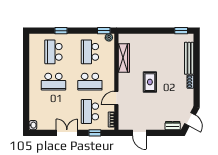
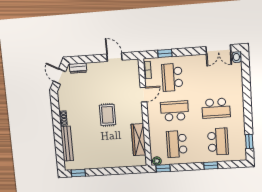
window: (26, 50) -> (249, 142), added
school desk: (90, 52) -> (177, 144), turned 180
school desk: (53, 82) -> (216, 108), turned 180
school desk: (90, 111) -> (172, 77), turned 180
double door: (67, 133) -> (218, 49), moved

